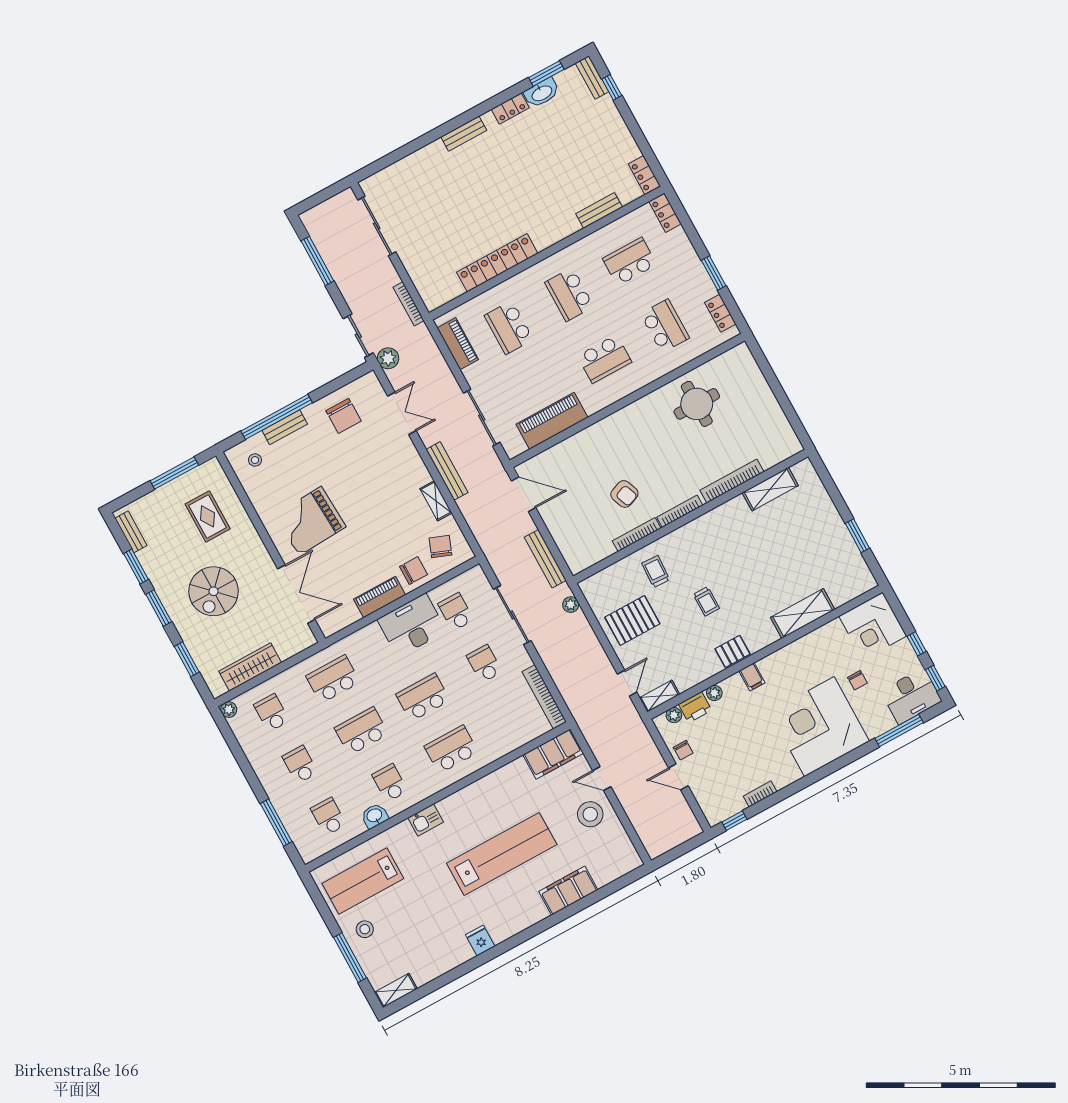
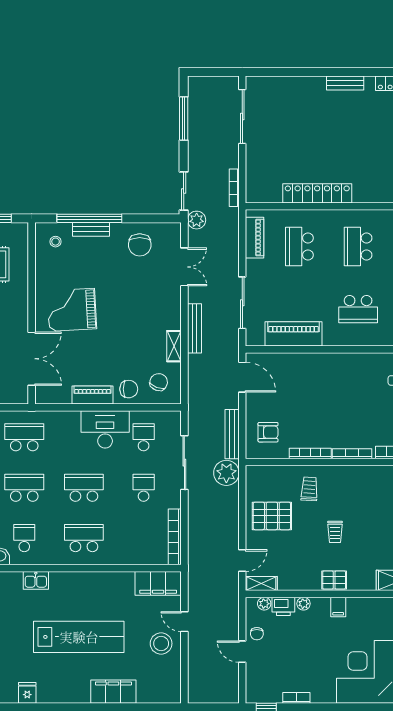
armchair: (624, 494) -> (268, 432), moved, turned -69
plant: (571, 605) -> (226, 473), width x1.87, depth x1.87

